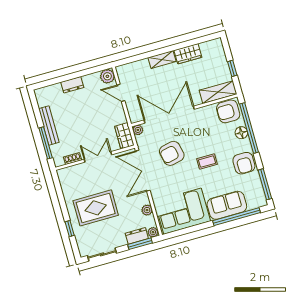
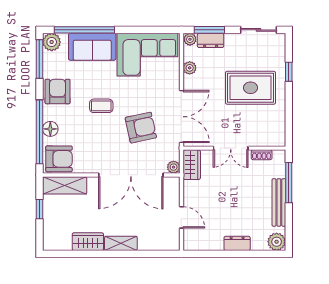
plant: (107, 76) -> (277, 242), moved
plant: (259, 200) -> (52, 42), added

